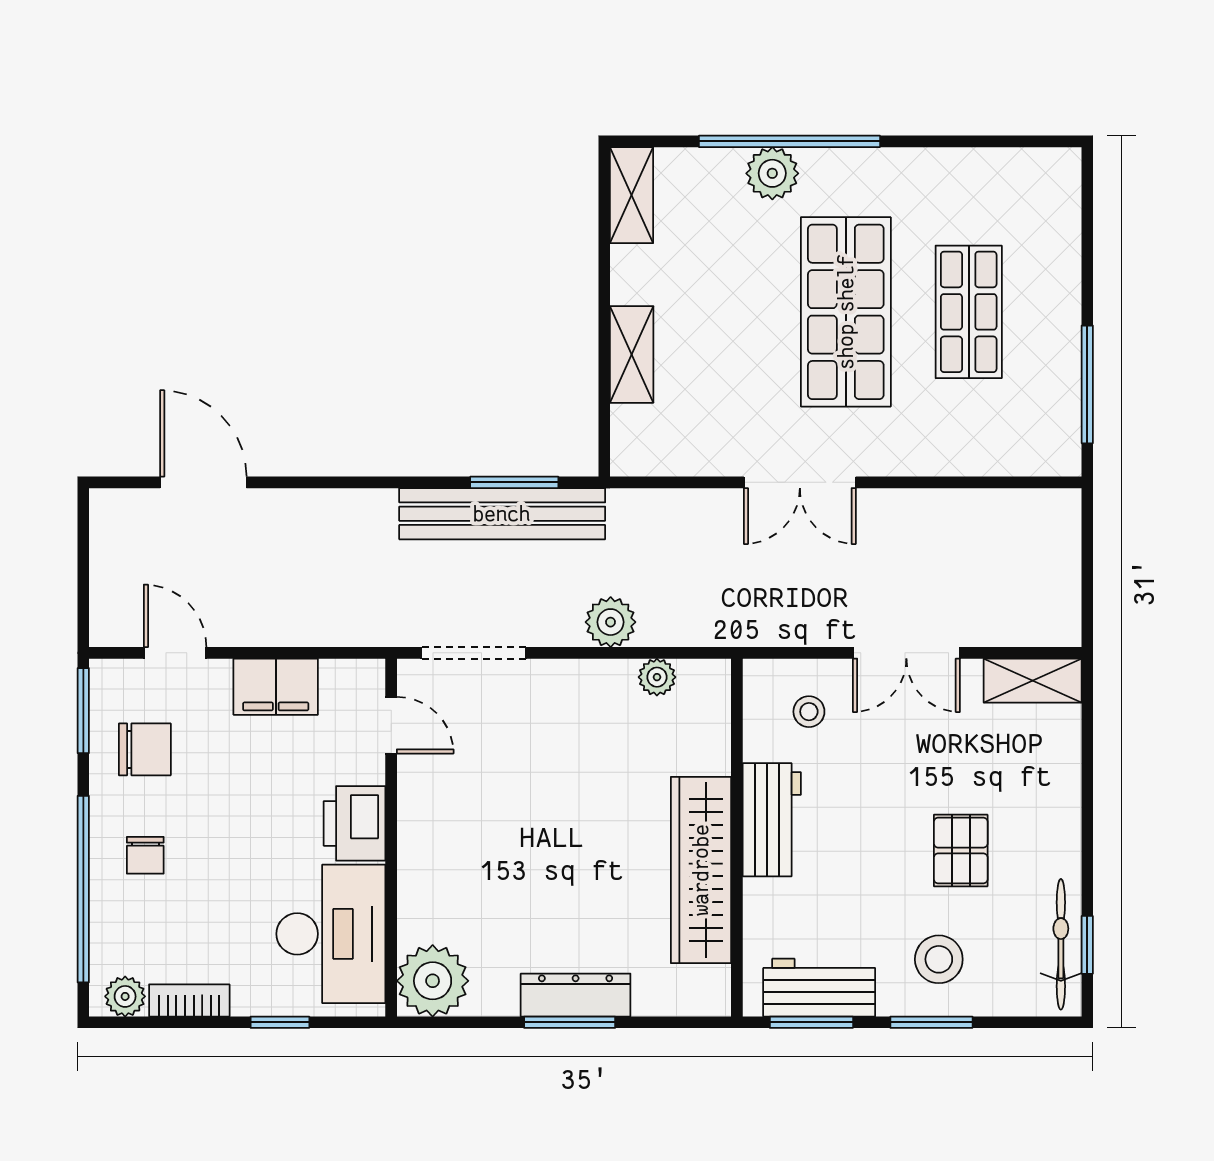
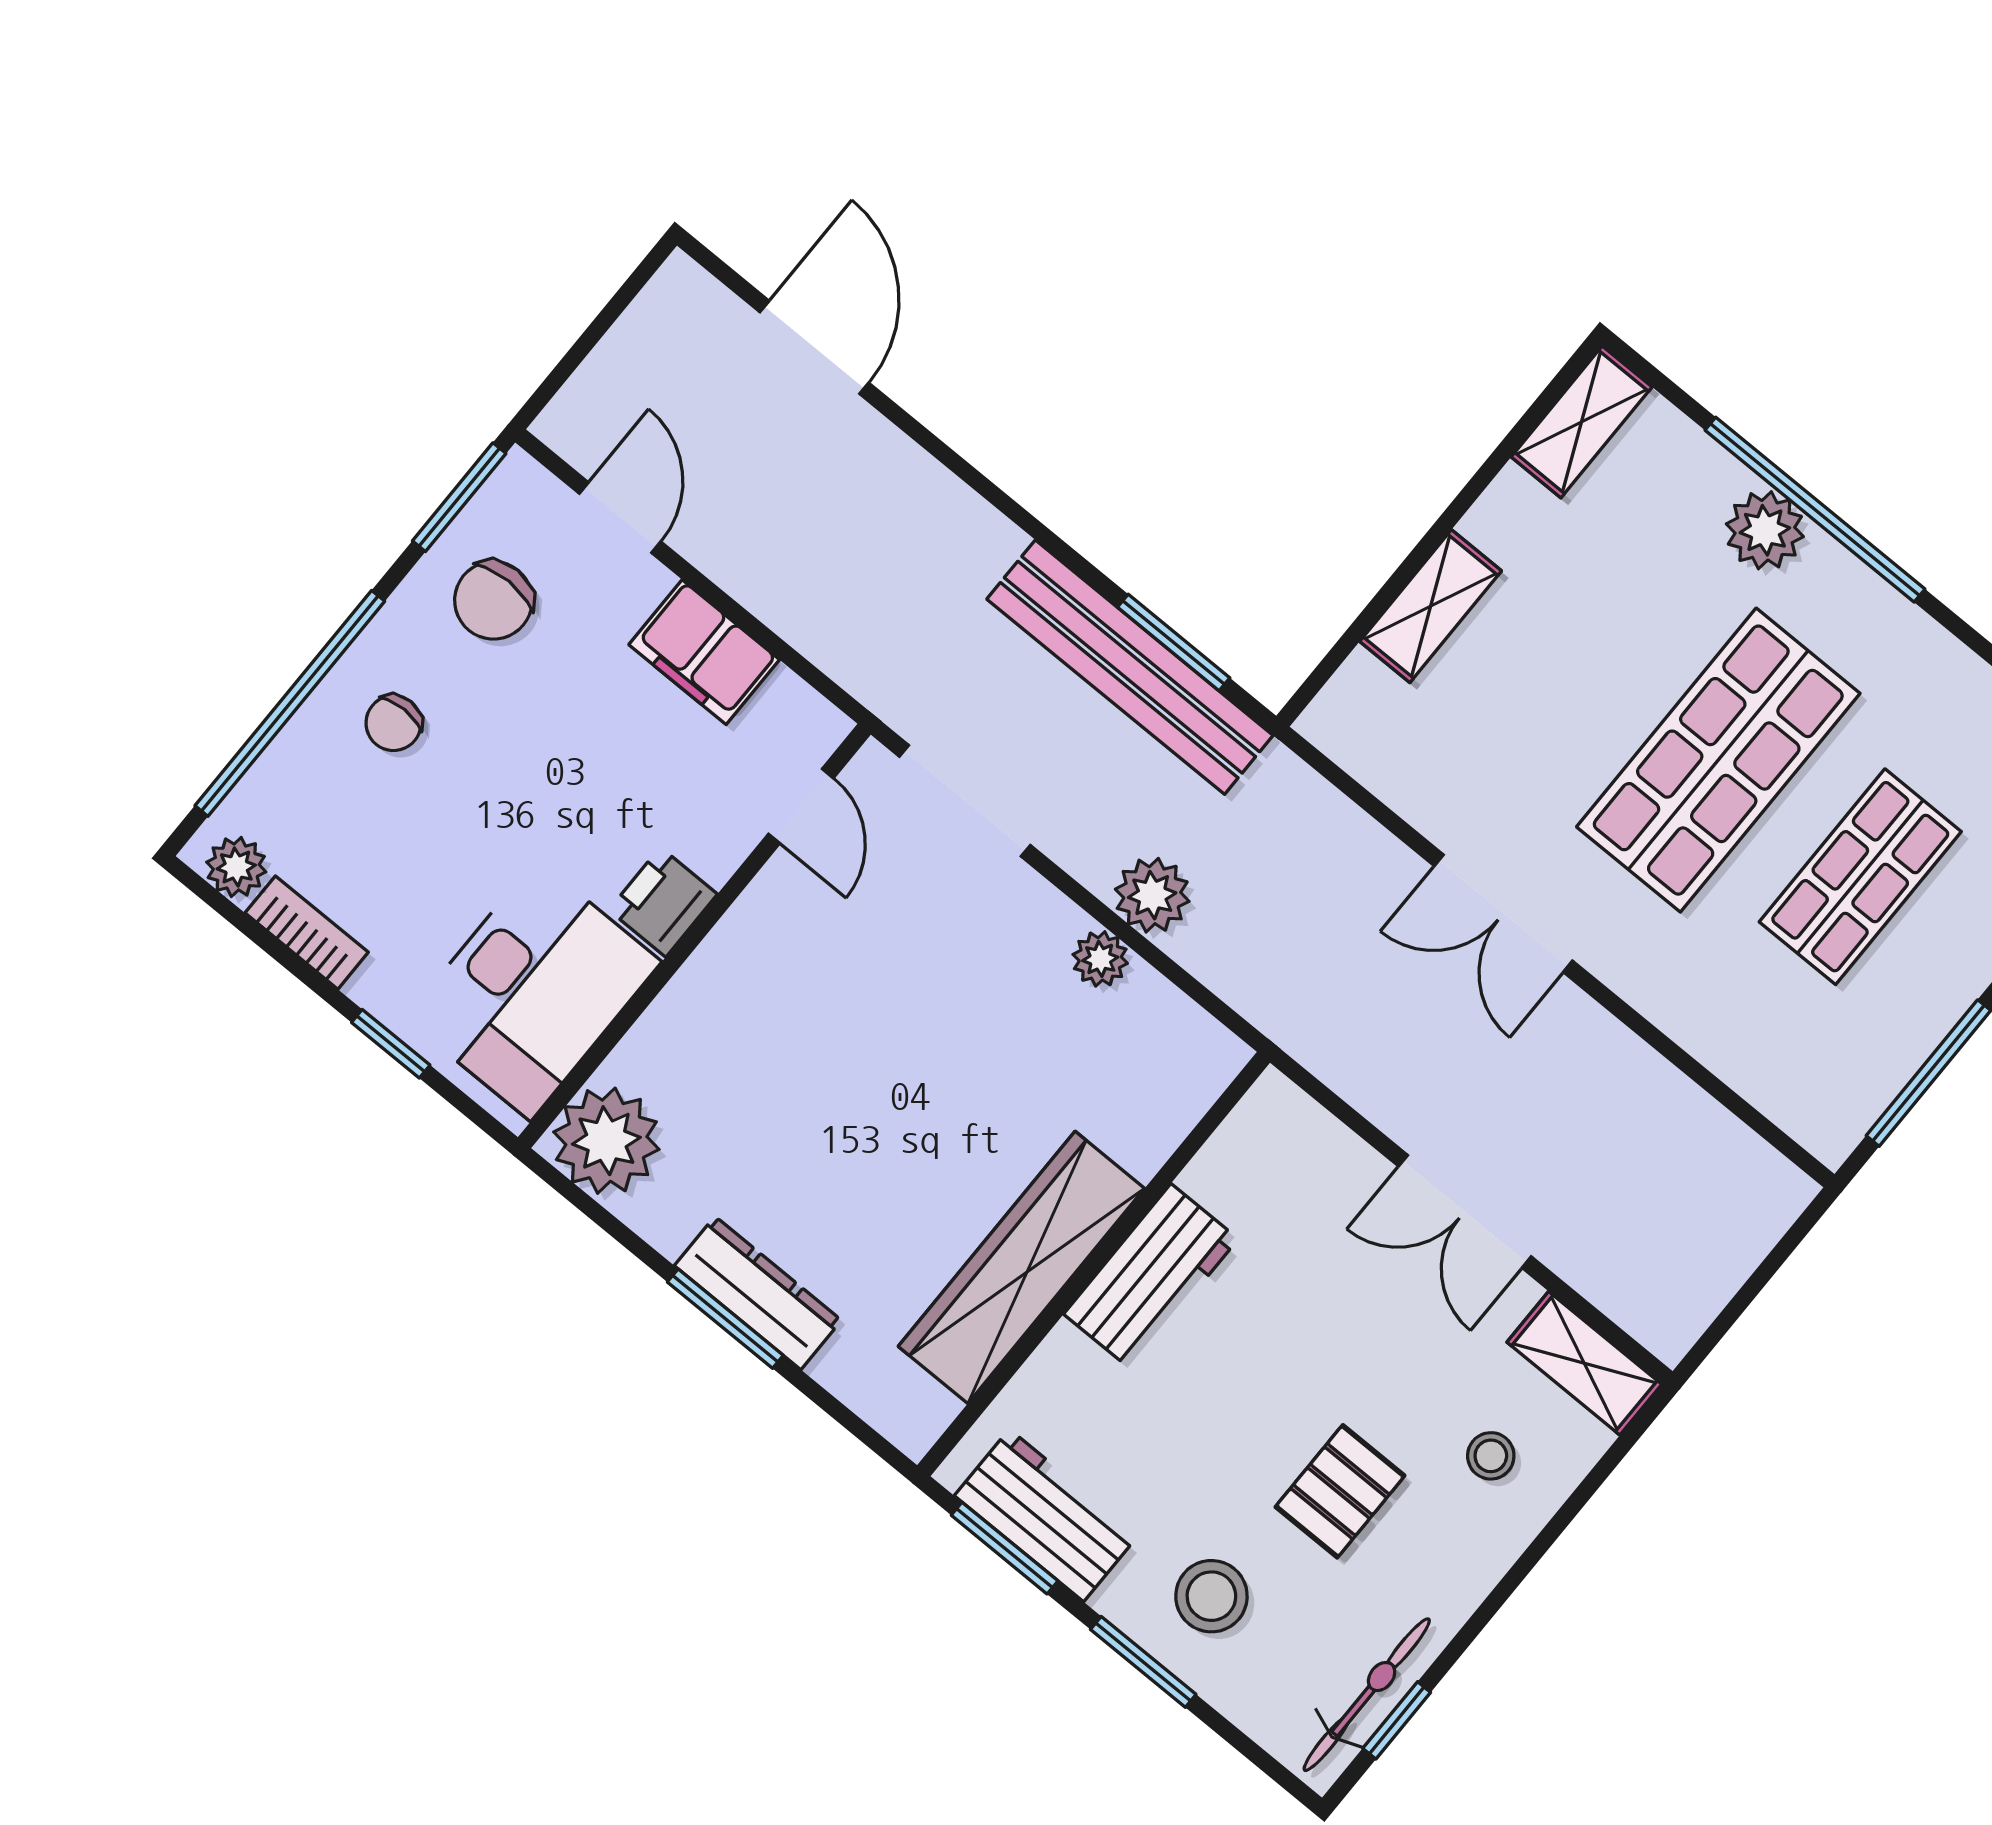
plant: (657, 677) -> (1100, 959), moved
stool: (809, 712) -> (1491, 1456), moved
chair: (145, 749) -> (493, 600), turned 90
printer: (355, 823) -> (663, 902), width x0.73, depth x0.81

